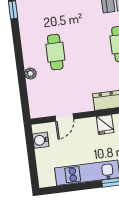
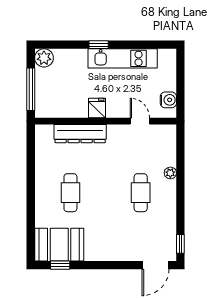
door: (64, 117) -> (140, 121), hinge flipped

